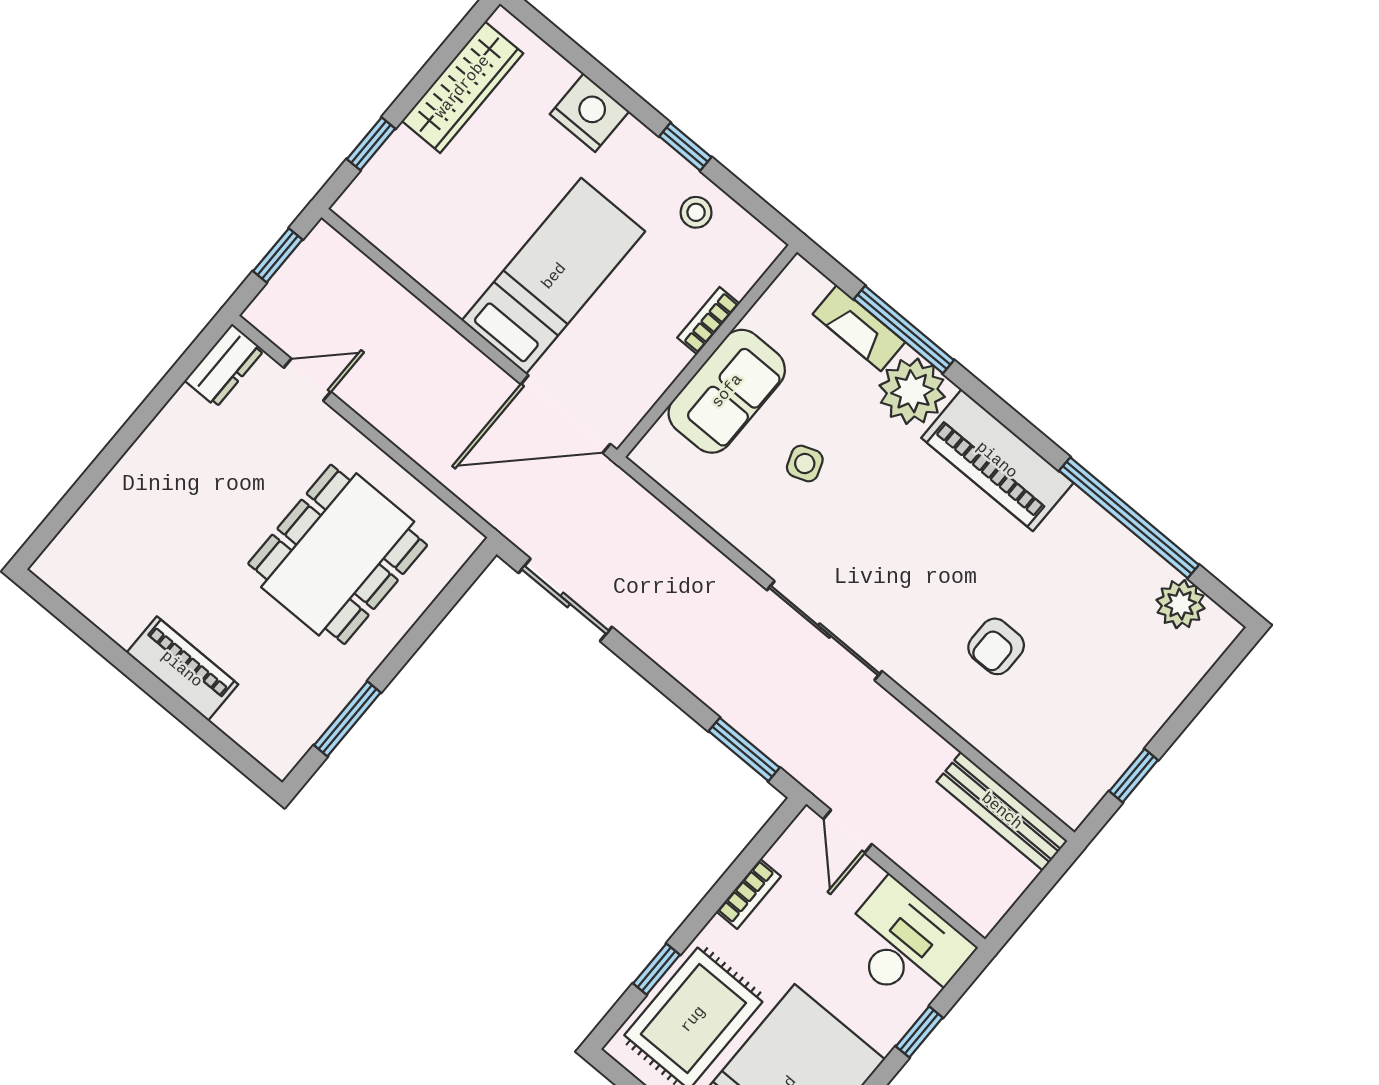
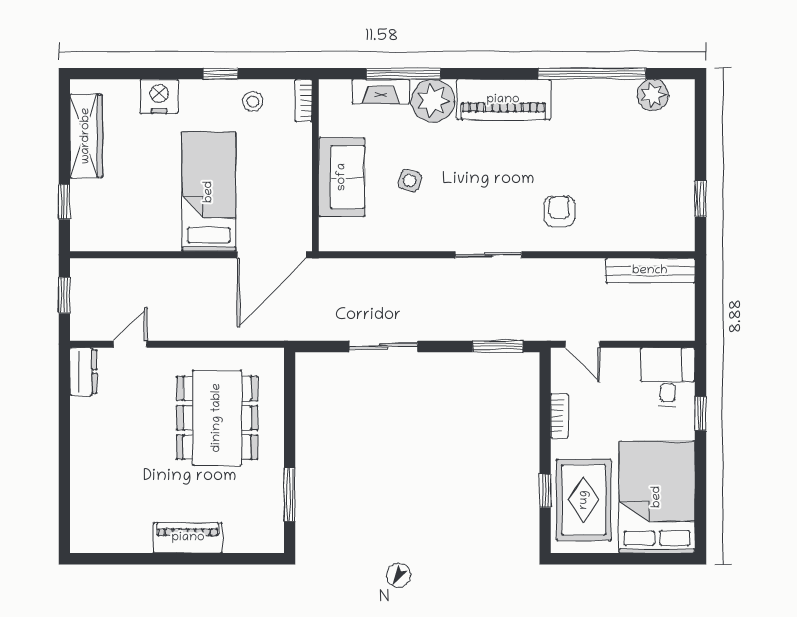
bookcase: (708, 321) -> (304, 100), moved
side table: (805, 463) -> (410, 181), turned 34
sliding door: (565, 600) -> (383, 346), moved
sliding door: (824, 631) -> (488, 255), width x0.73
armchair: (996, 646) -> (559, 211), moved, turned 180
desk: (905, 945) -> (668, 377), width x0.73

